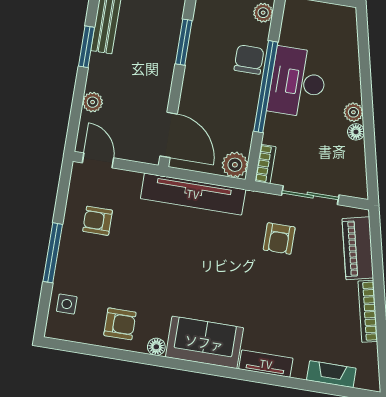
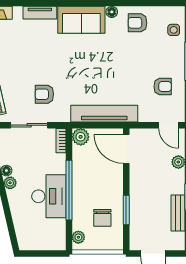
chair: (249, 59) -> (102, 218), moved
armchair: (279, 238) -> (44, 94), turned -90

